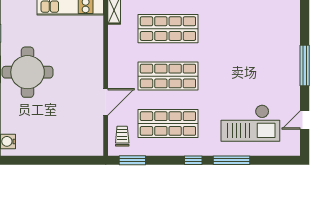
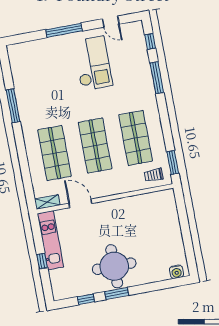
door: (106, 102) -> (80, 203), moved
checkout: (250, 123) -> (93, 63), moved
window: (193, 160) -> (150, 41), moved

